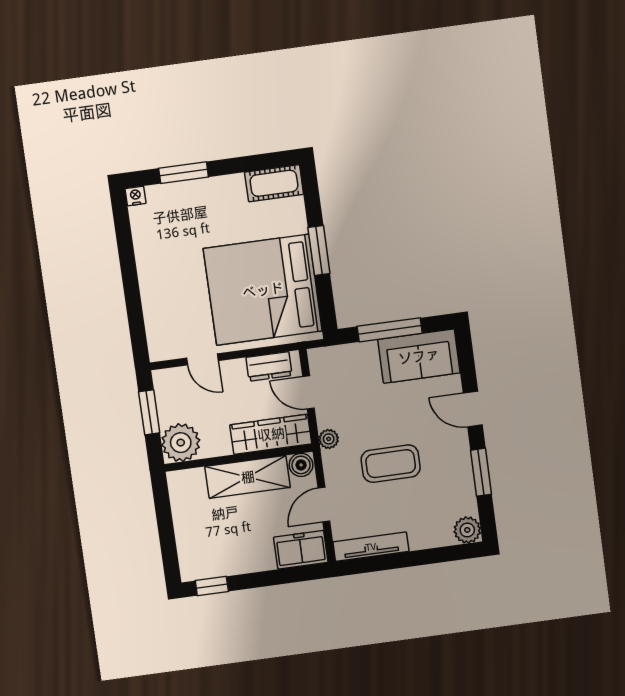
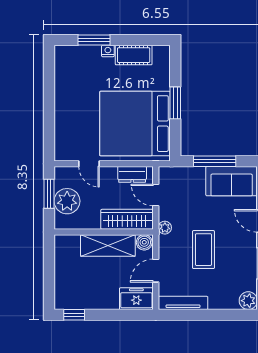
cot: (274, 183) -> (134, 55), moved
nightstand: (136, 196) -> (108, 51), moved
plant: (181, 443) -> (67, 201), moved
coffee table: (391, 464) -> (203, 250), turned 90

